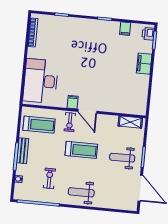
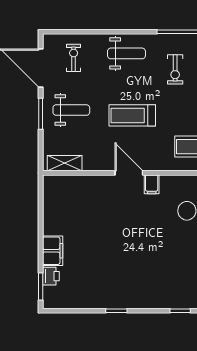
filing cabinet: (125, 29) -> (85, 299), removed
printer: (148, 34) -> (51, 276), moved
exercise bike: (70, 122) -> (74, 58), moved

